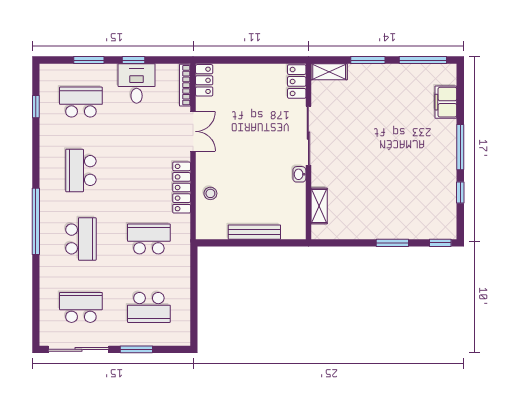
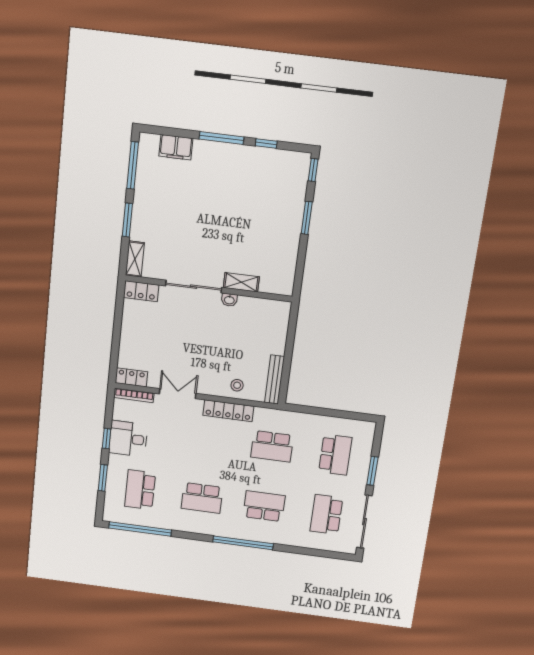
window: (36, 107) -> (140, 529), width x3.17
shelving: (319, 206) -> (241, 282), moved
bench: (254, 232) -> (275, 380), moved
school desk: (149, 239) -> (272, 446), turned -90

